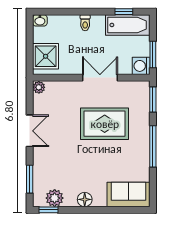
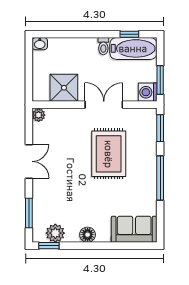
toilet: (85, 23) -> (103, 46), moved
shower: (46, 56) -> (64, 88), moved
rug: (105, 124) -> (109, 154), turned 90

